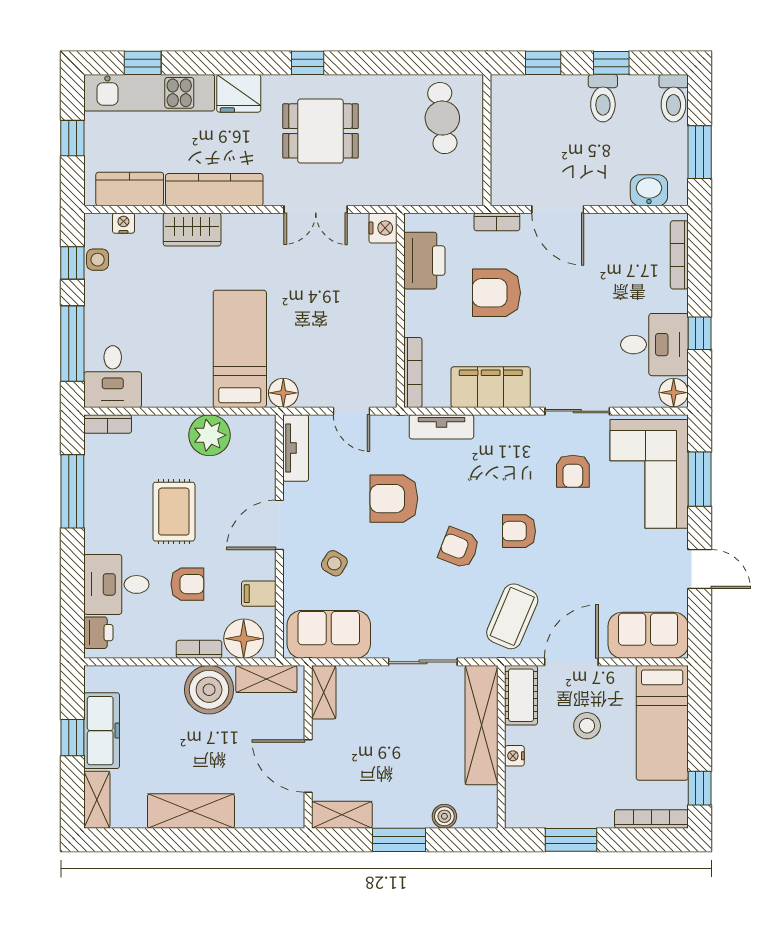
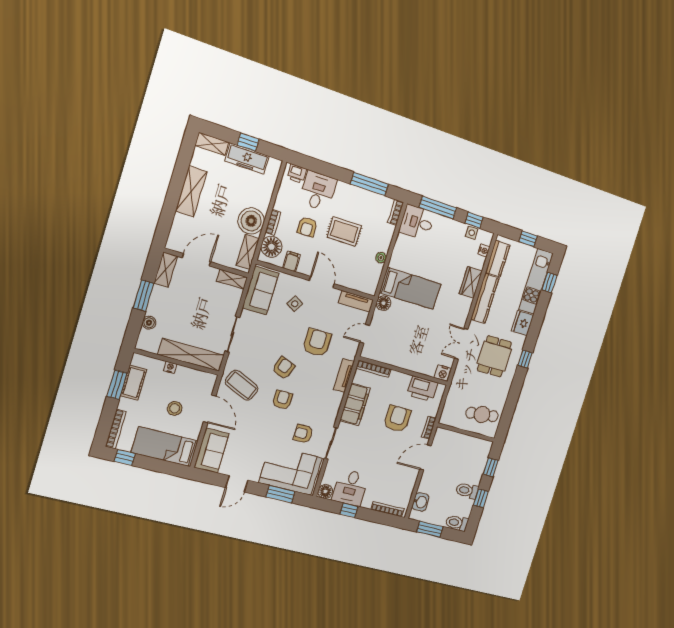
plant: (209, 435) -> (381, 258), width x0.53, depth x0.53
cot: (521, 695) -> (134, 383), moved, turned 90

